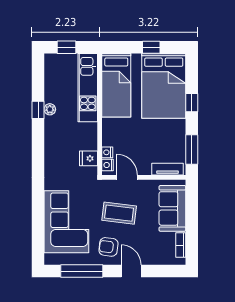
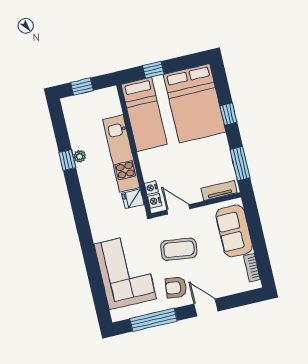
window: (151, 47) -> (153, 70), moved
kitchen unit: (88, 88) -> (121, 154), moved

